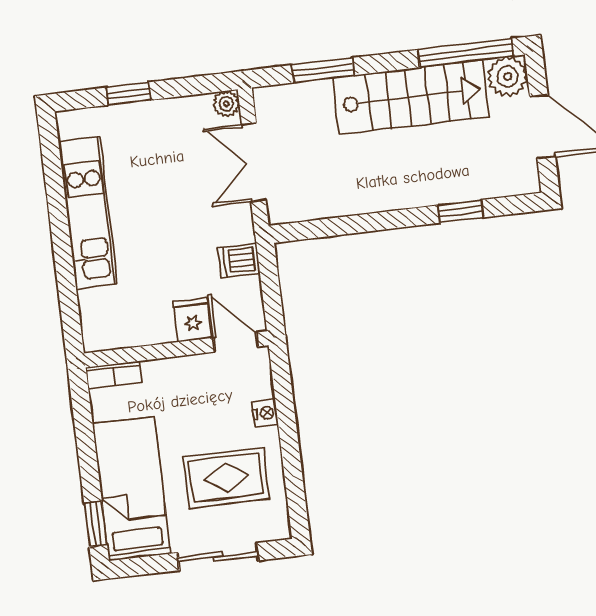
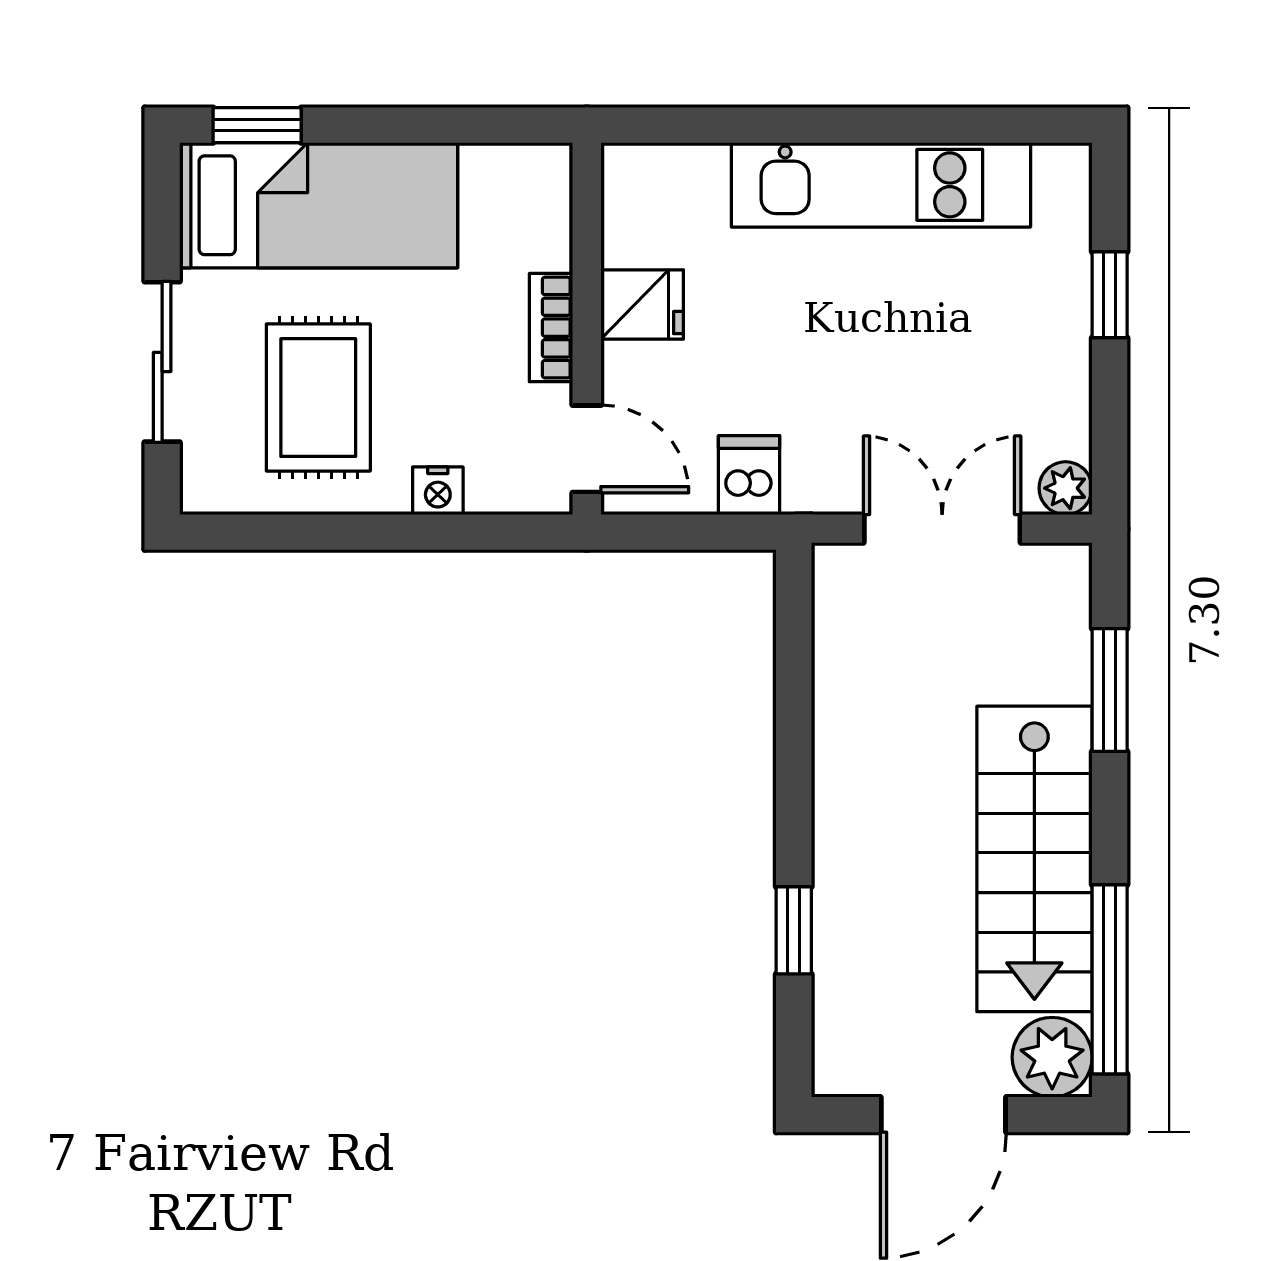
fridge: (192, 320) -> (642, 305), moved
door: (236, 342) -> (587, 449), hinge flipped
bookcase: (113, 375) -> (551, 328), moved

